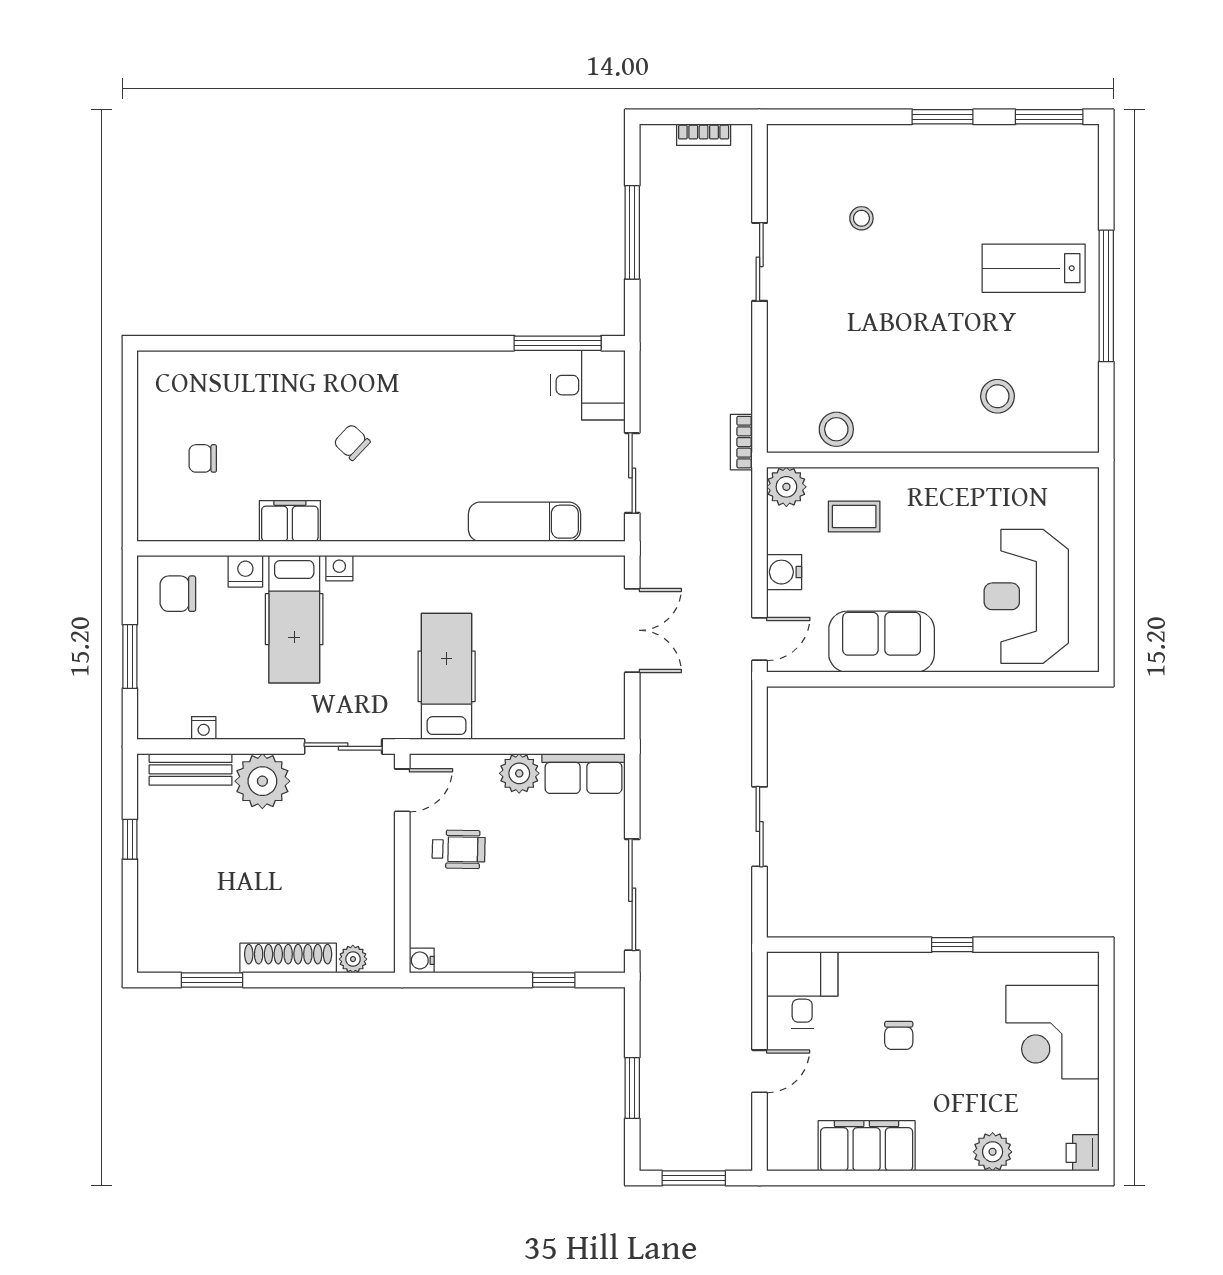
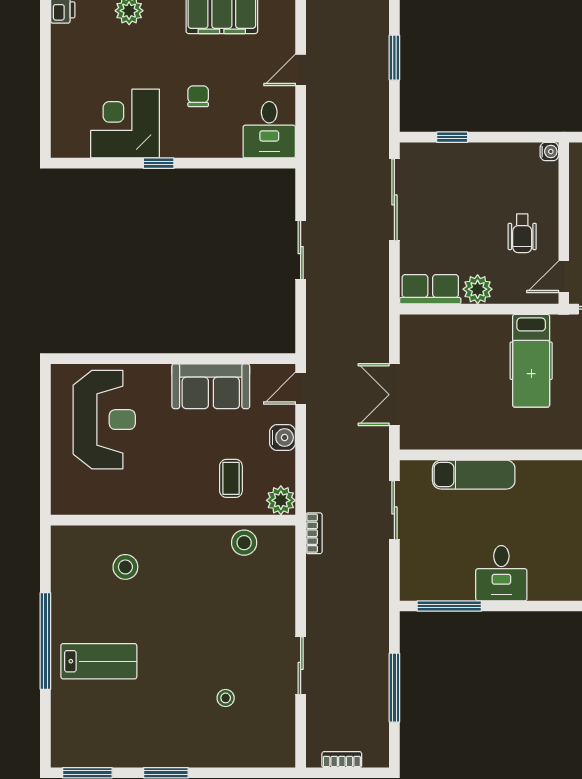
desk: (588, 385) -> (501, 573), moved, turned -90
coffee table: (854, 516) -> (231, 478), turned 90
wheelchair: (459, 849) -> (522, 233), turned -91
corner desk: (1052, 1032) -> (125, 124), moved, turned -90

